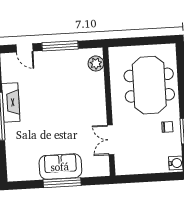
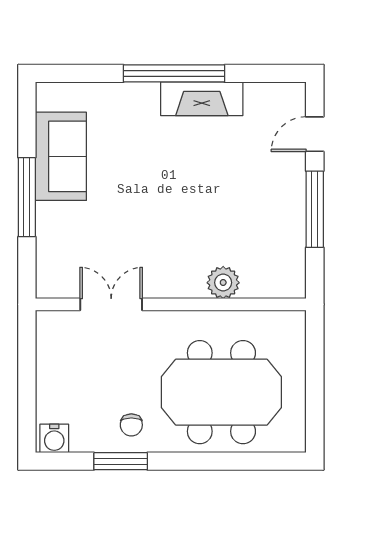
plant: (96, 63) -> (223, 283), moved
sofa: (60, 167) -> (61, 156), moved

